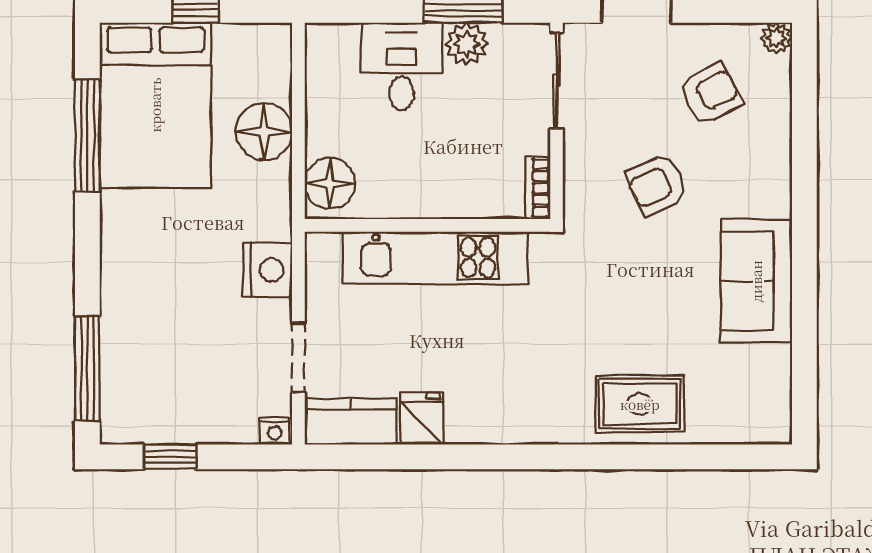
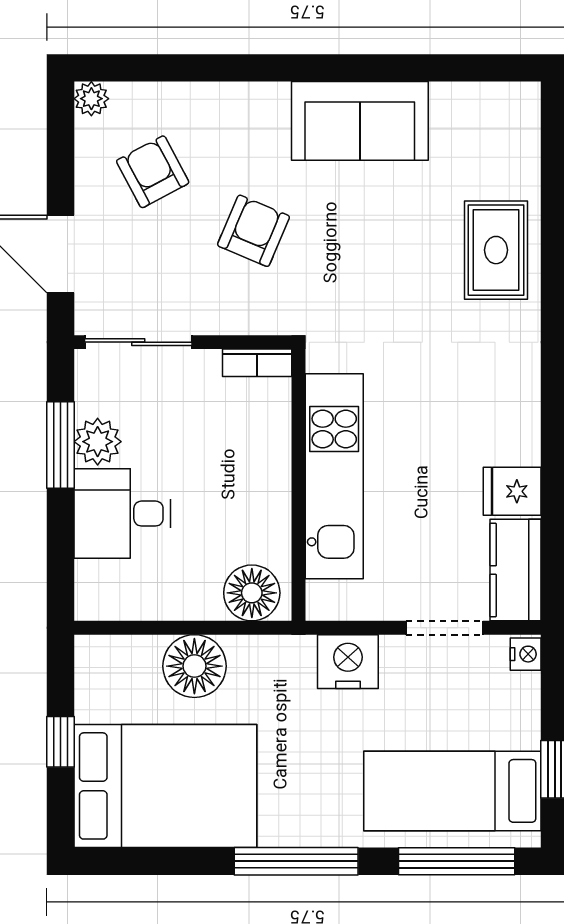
window: (87, 135) -> (296, 861), moved
armchair: (657, 185) -> (253, 231), turned -134
bed: (151, 365) -> (452, 791), added

